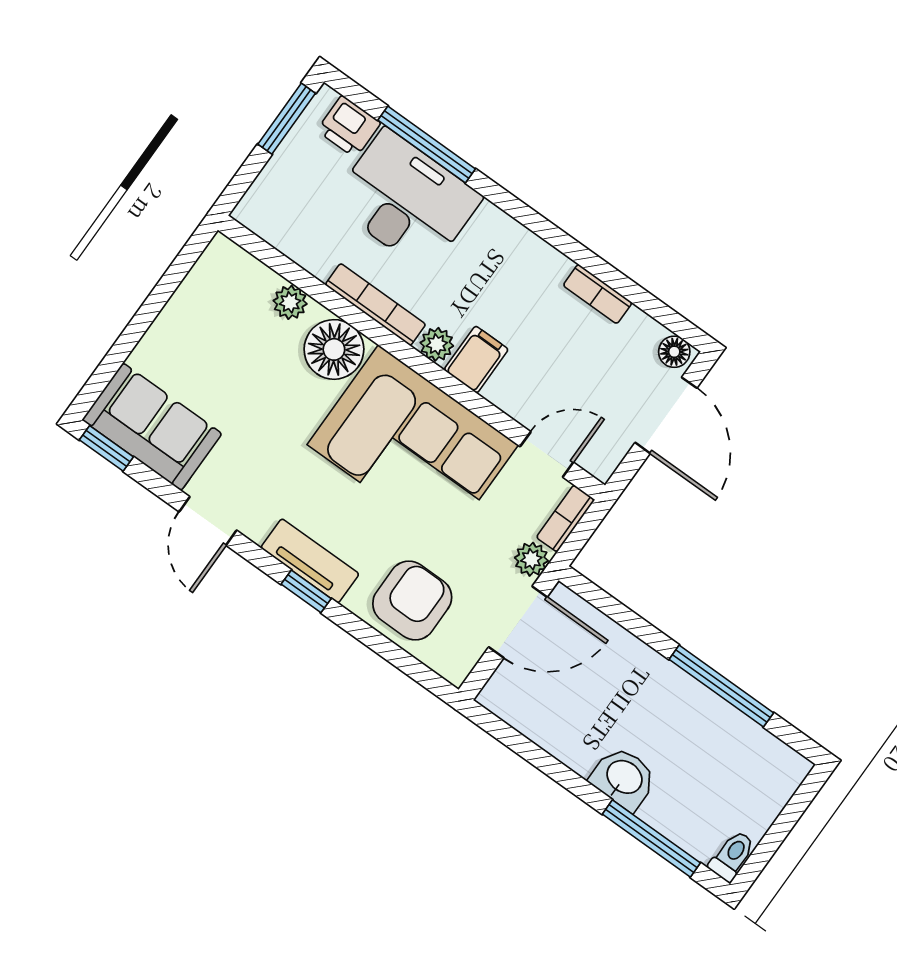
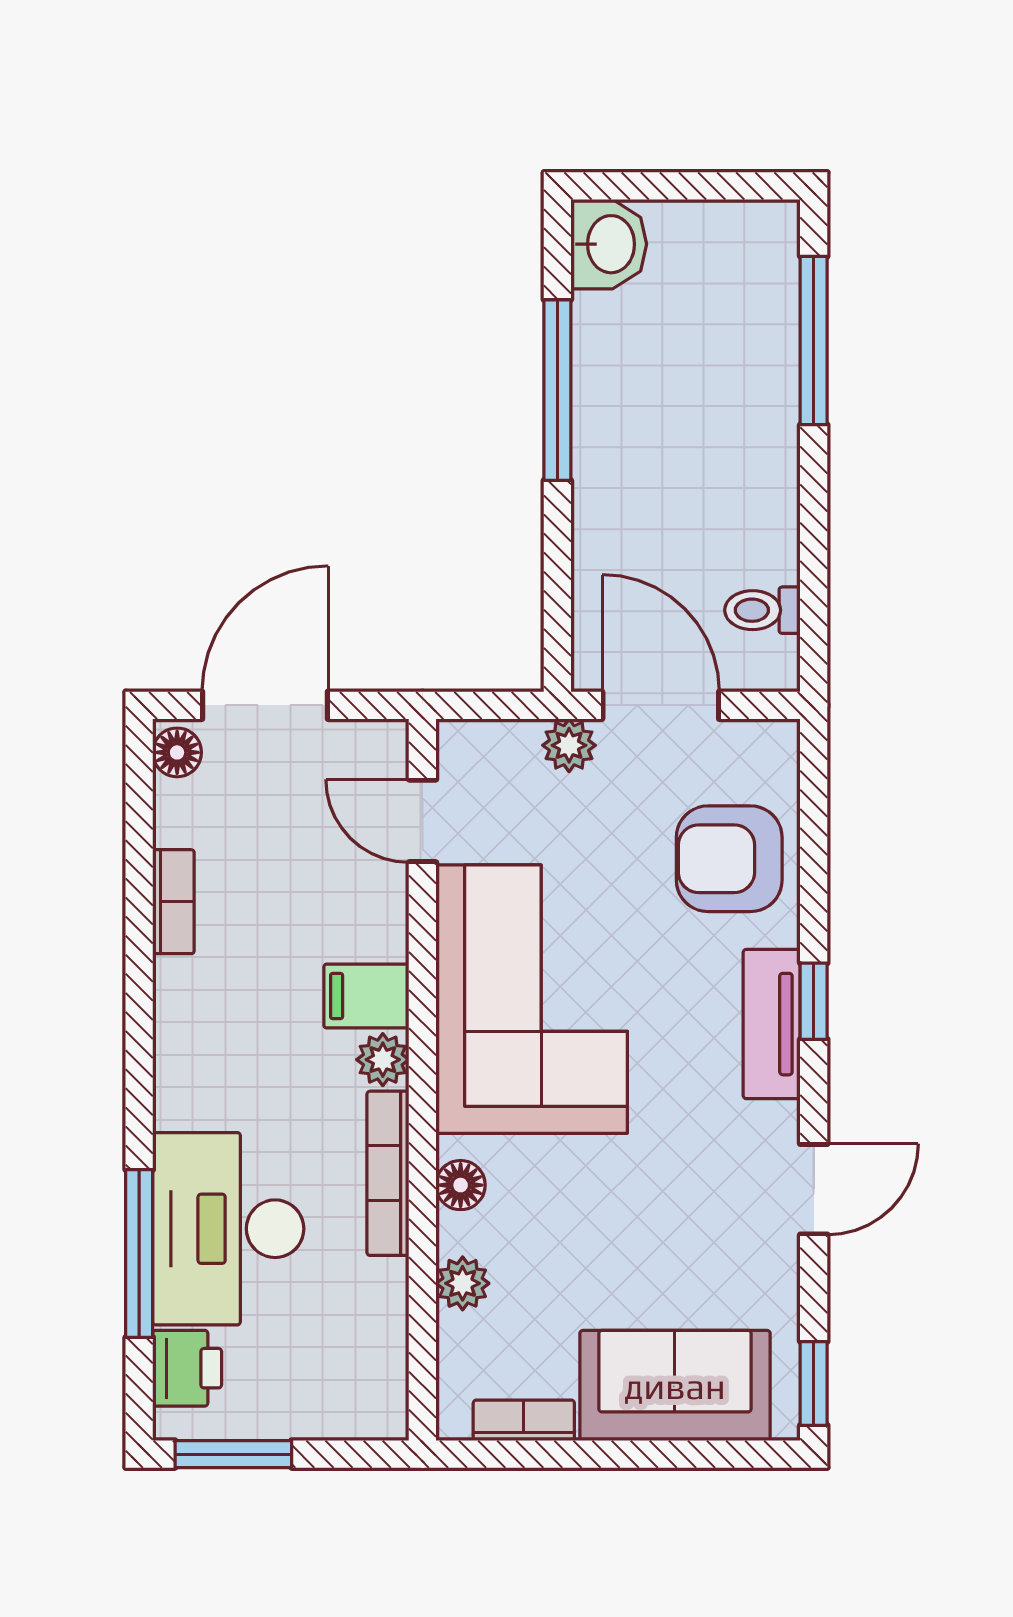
floor lamp: (334, 349) -> (461, 1185), width x0.53, depth x0.53
sofa: (152, 427) -> (675, 1386), moved, turned 90
bookcase: (565, 518) -> (524, 1420), moved, turned 180
washbasin: (624, 778) -> (609, 244), moved, turned 180
toilet: (732, 856) -> (762, 610), moved

